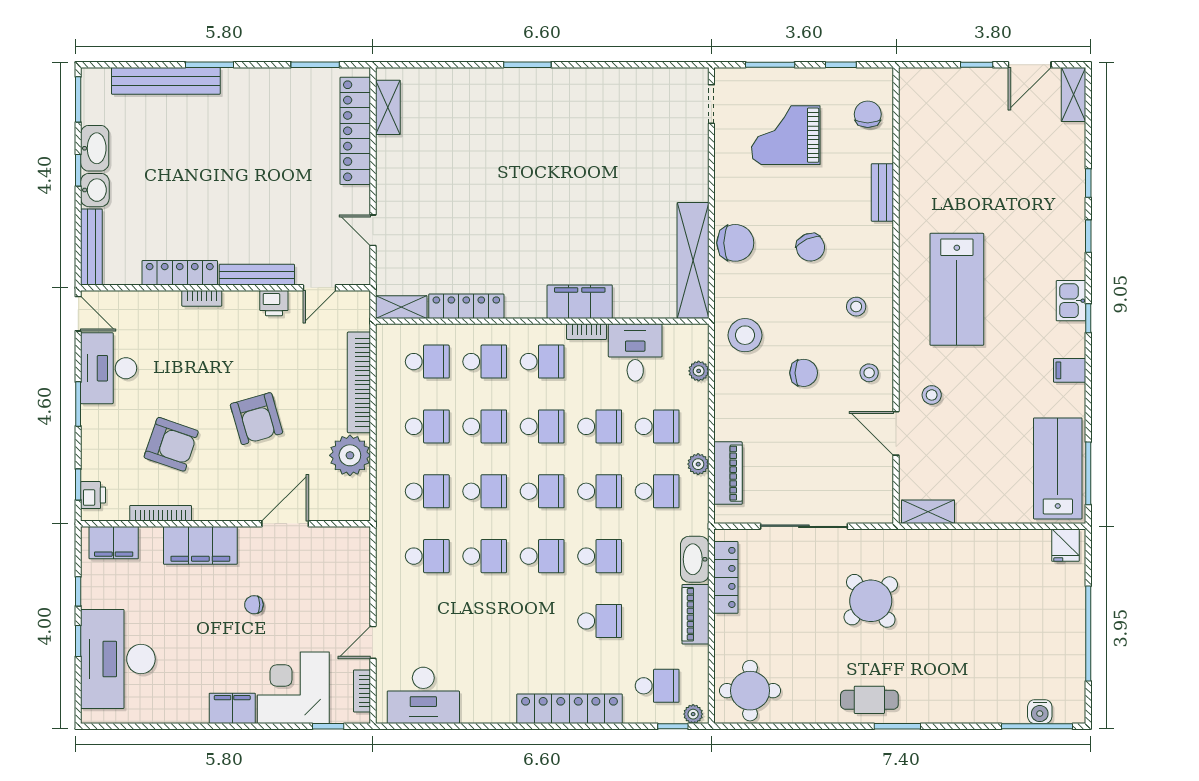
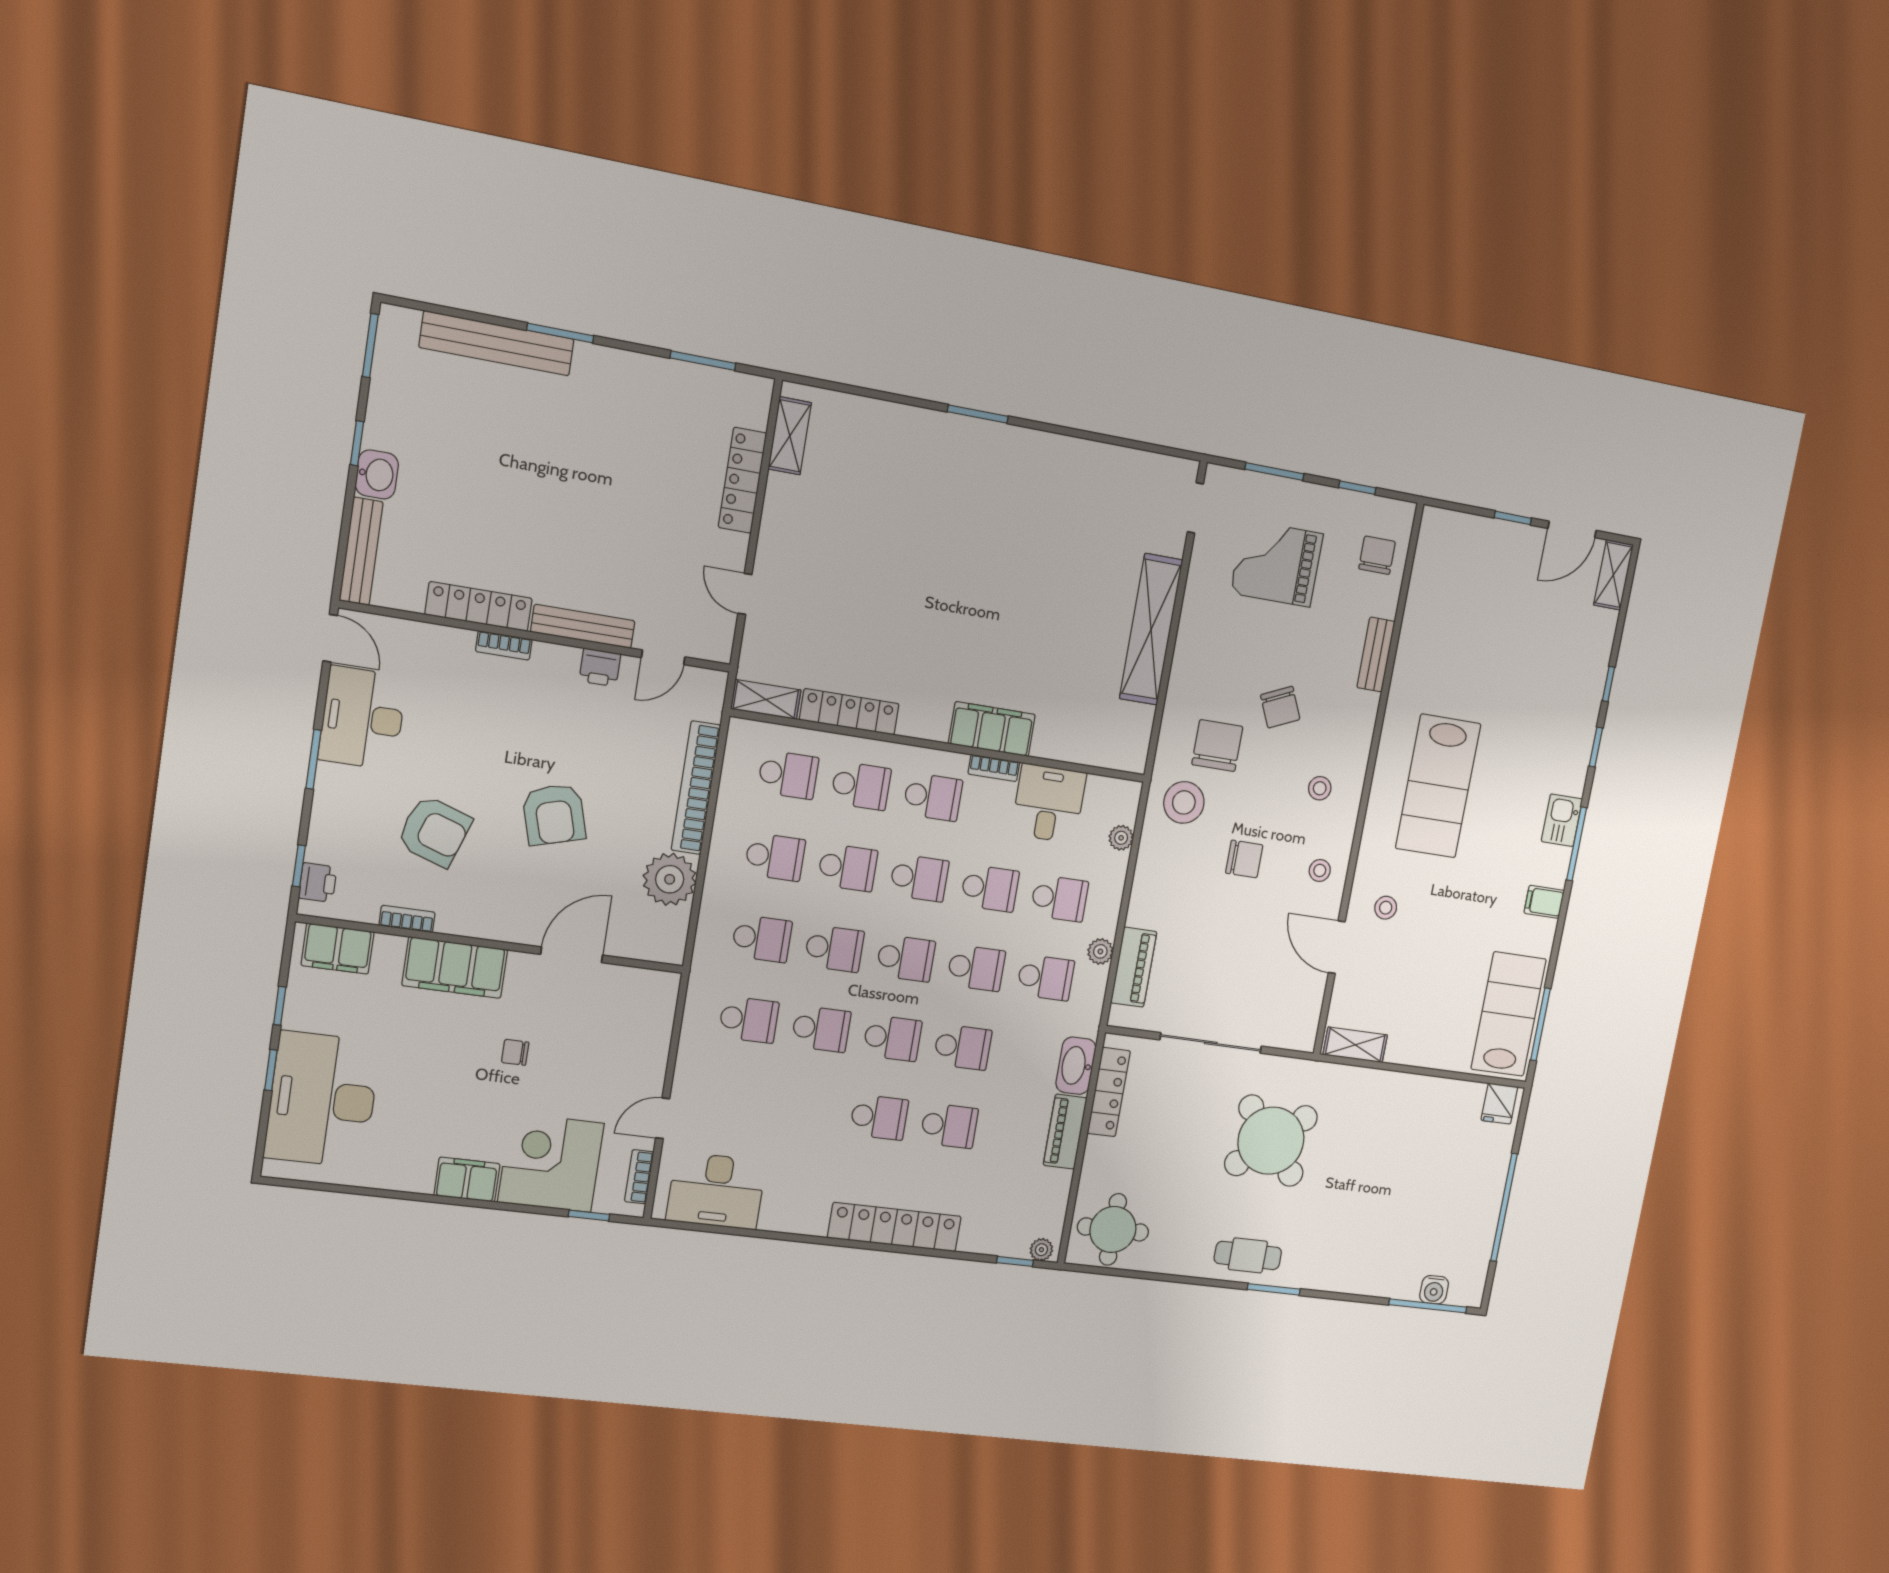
locker: (355, 131) -> (742, 480), width x0.71, depth x0.83
washbasin: (95, 148) -> (384, 417), removed
chair: (735, 243) -> (1217, 746), moved, turned -90
shelving: (693, 260) -> (1151, 629), moved
window: (1088, 318) -> (1577, 844), width x2.17
bookcase: (161, 513) -> (407, 919), width x0.64
round table: (871, 601) -> (1271, 1141), width x1.36, depth x1.36
school desk: (657, 686) -> (879, 1117), moved

